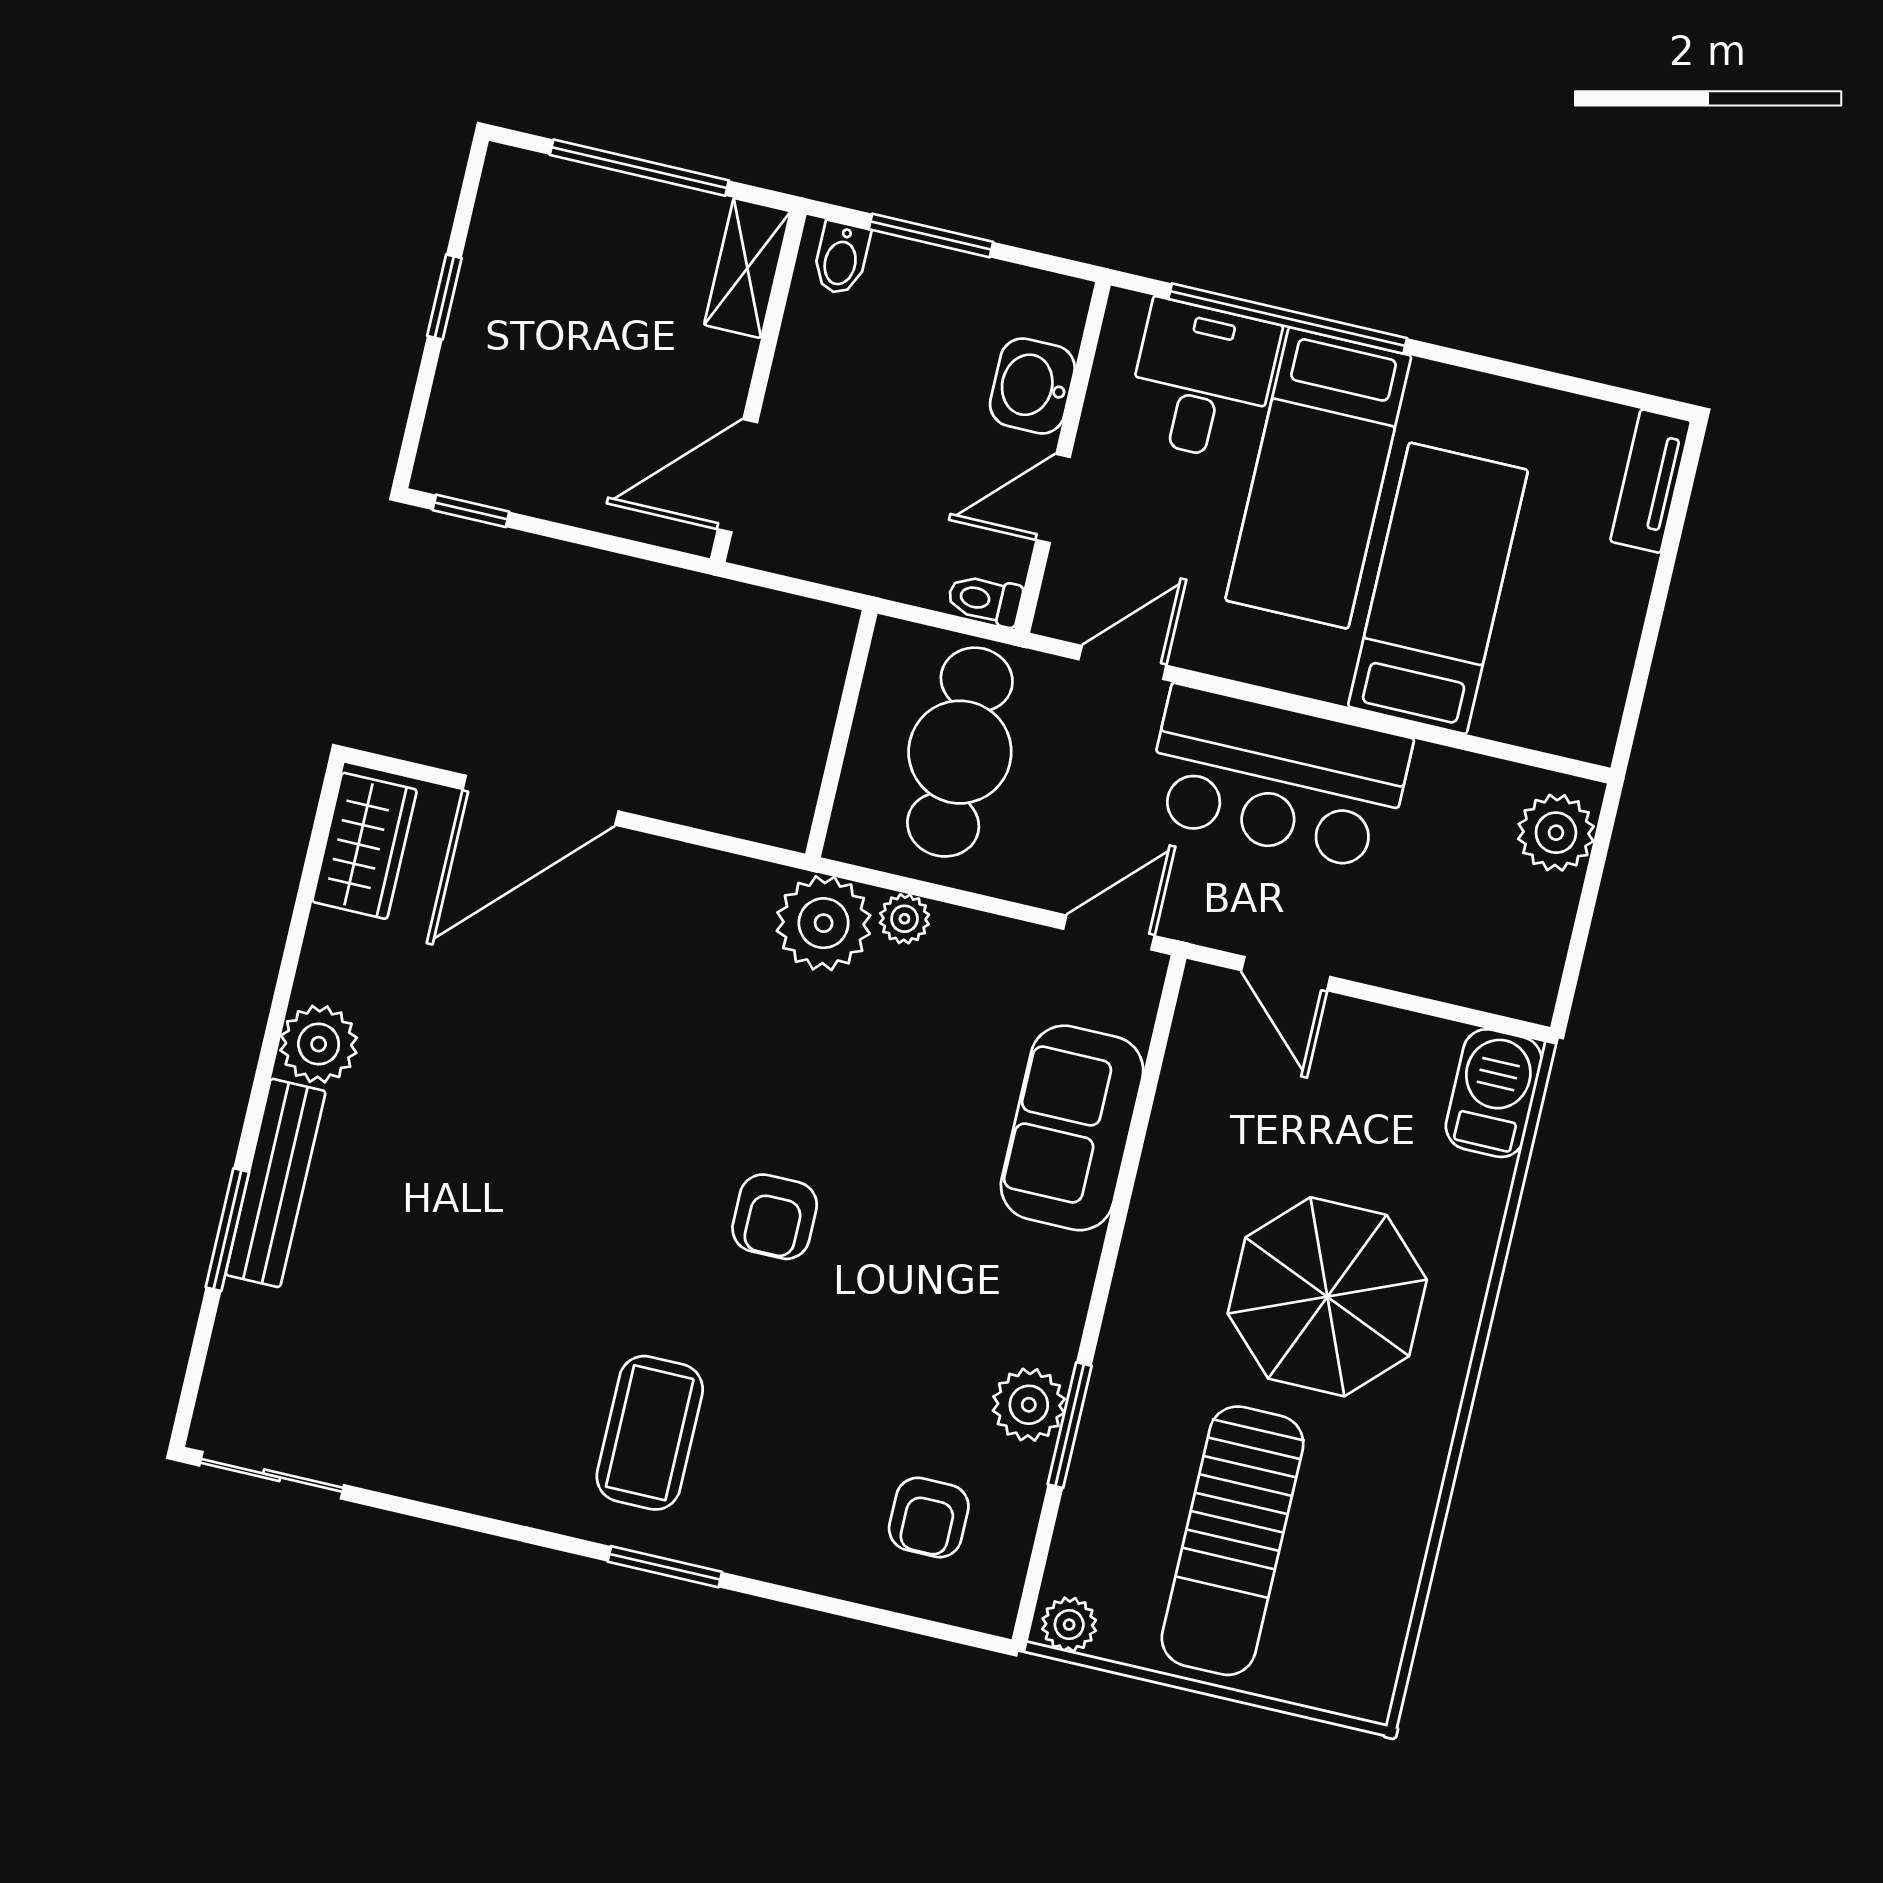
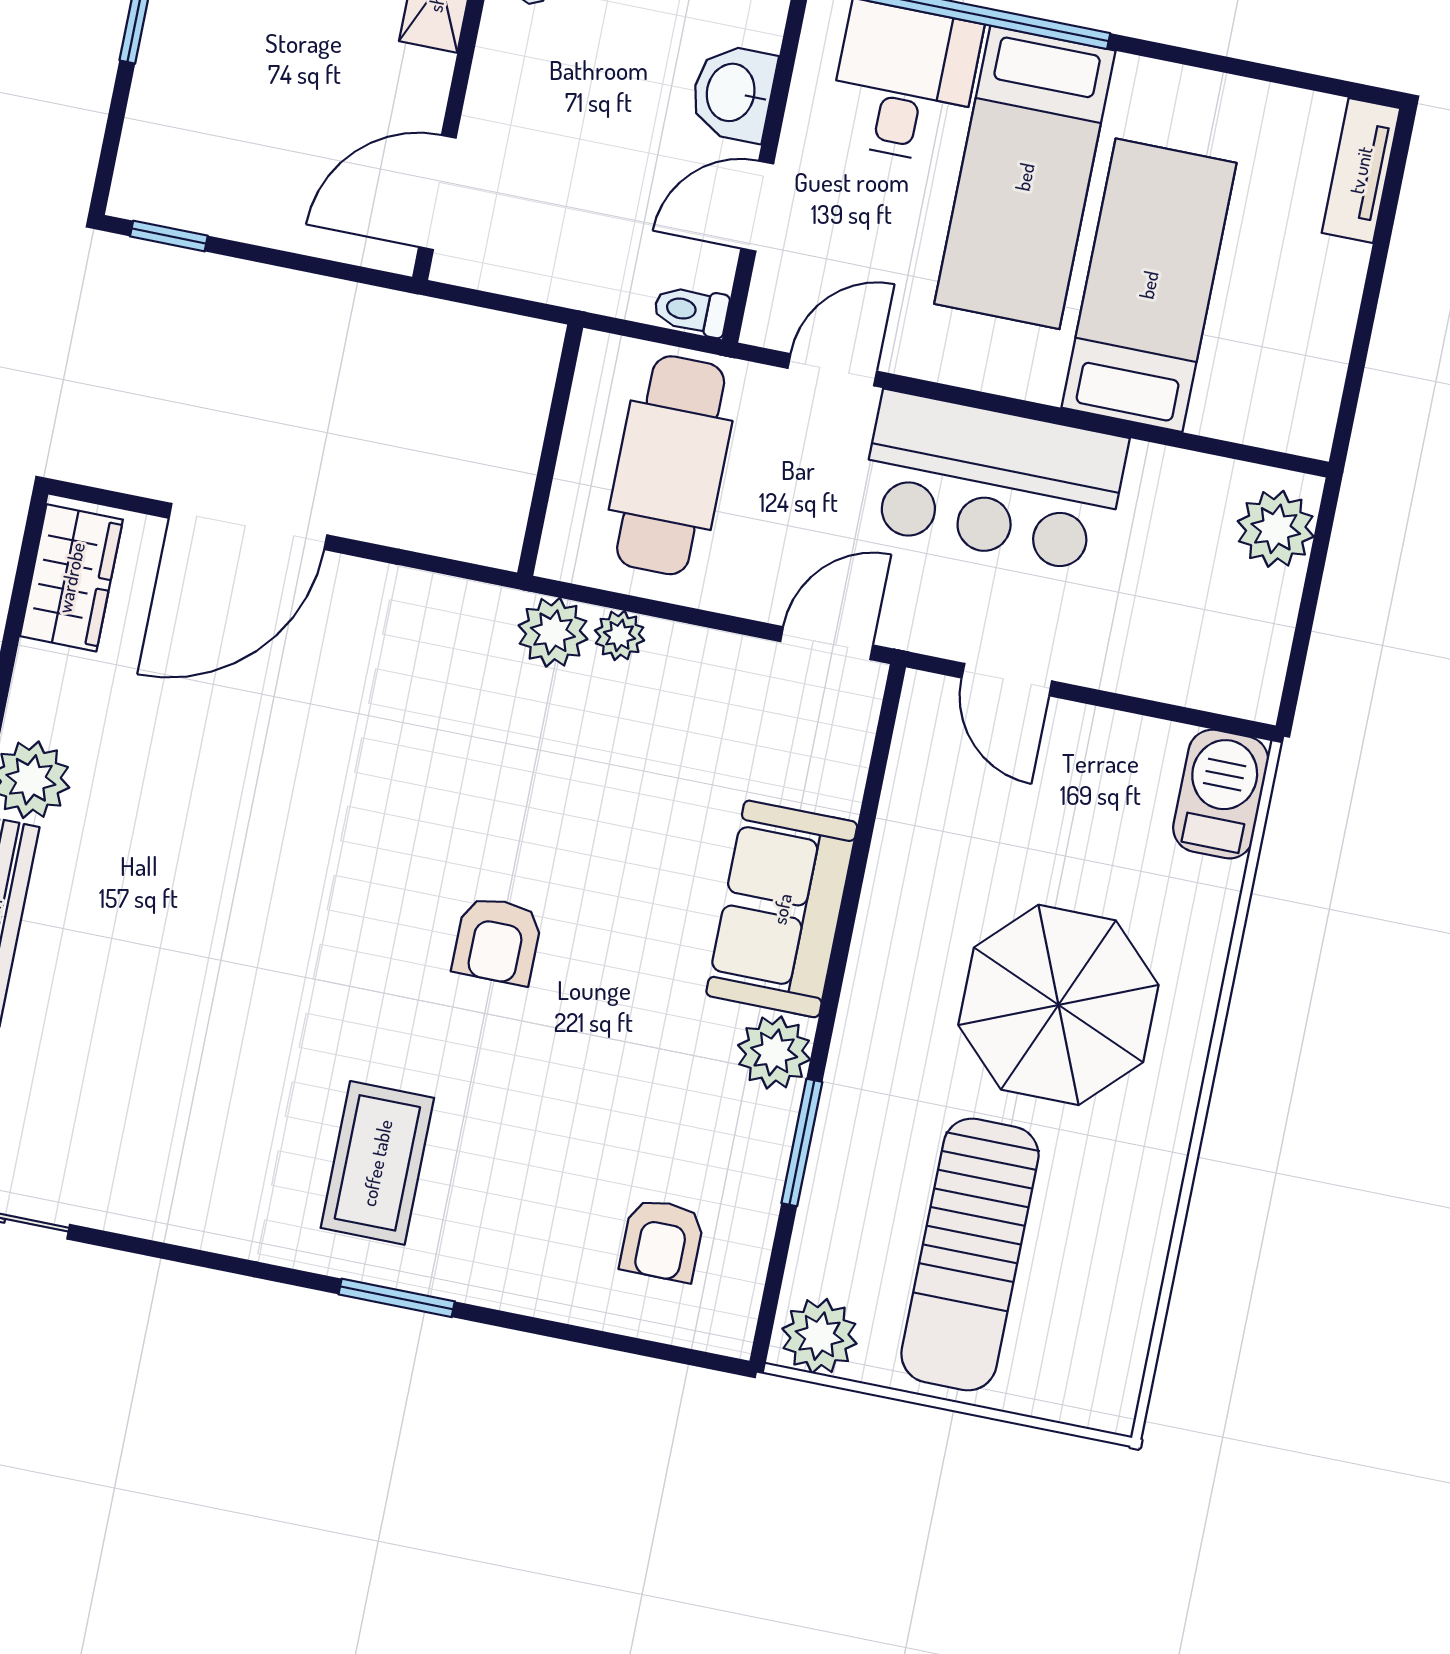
plant: (824, 923) -> (553, 632), width x0.73, depth x0.73
sofa: (1072, 1128) -> (782, 909), moved
plant: (1029, 1405) -> (774, 1052), moved
plant: (1069, 1625) -> (819, 1336), width x1.38, depth x1.38

